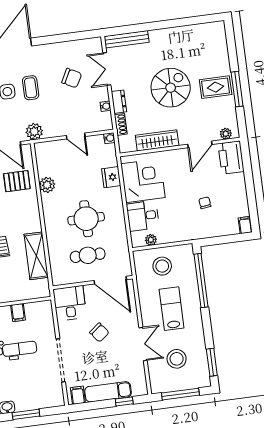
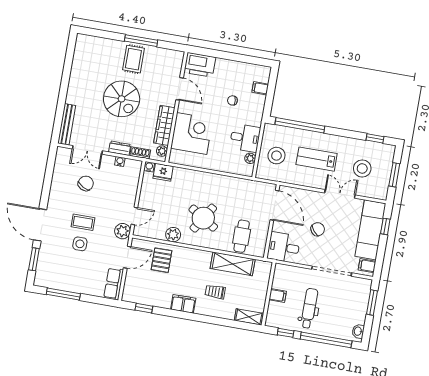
spiral stairs: (171, 88) -> (122, 99), turned 180
plant: (226, 134) -> (162, 151), moved
door: (76, 136) -> (134, 216), moved
fridge: (111, 177) -> (163, 172), moved
corner desk: (143, 181) -> (192, 133), moved, turned 90
desk: (143, 216) -> (245, 138), moved, turned -90
round table: (86, 219) -> (203, 218), moved, turned 32
filing cabinet: (245, 225) -> (260, 88), moved
cafe table: (88, 255) -> (242, 236), moved
door: (110, 280) -> (274, 205), hinge flipped
window: (212, 362) -> (375, 138), width x0.67
exam couch: (108, 392) -> (370, 230), width x1.36, depth x1.45
window: (180, 394) -> (394, 175), width x0.69
window: (26, 414) -> (372, 302), moved

